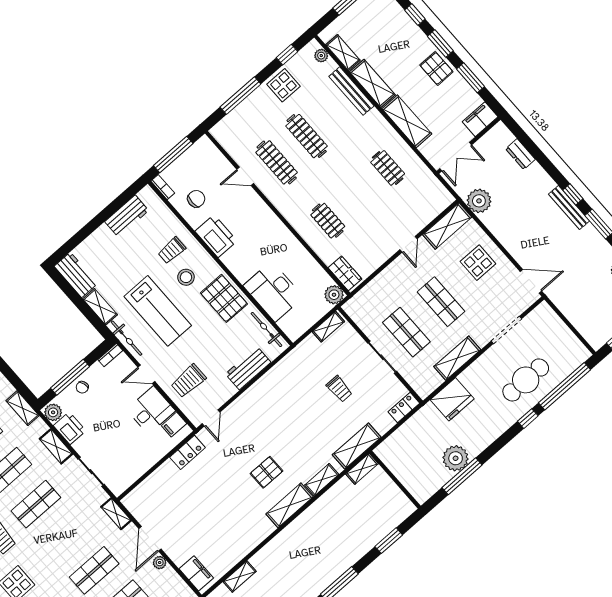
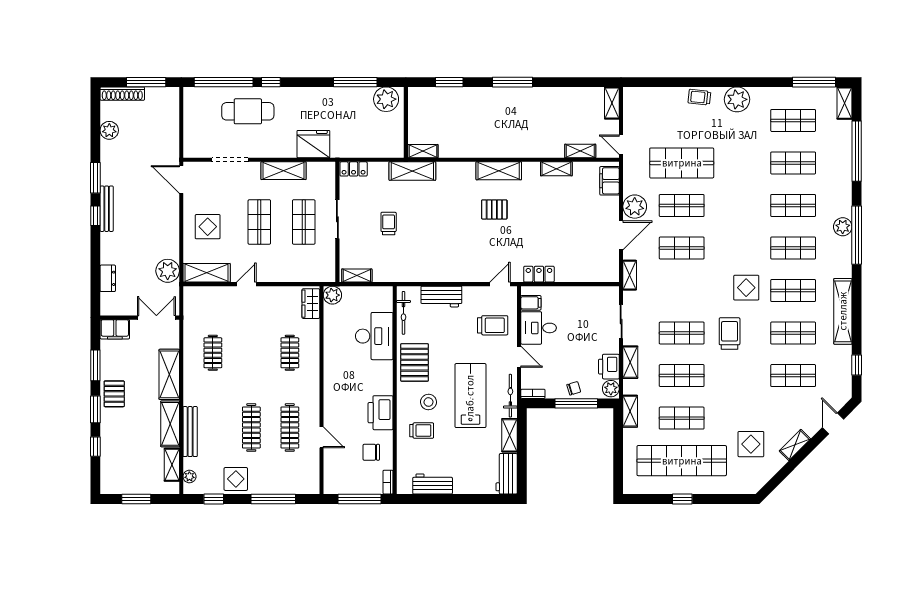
plant: (456, 458) -> (386, 99), moved
shelving: (322, 480) -> (556, 169), moved
plant: (160, 563) -> (635, 207), width x1.88, depth x1.88

